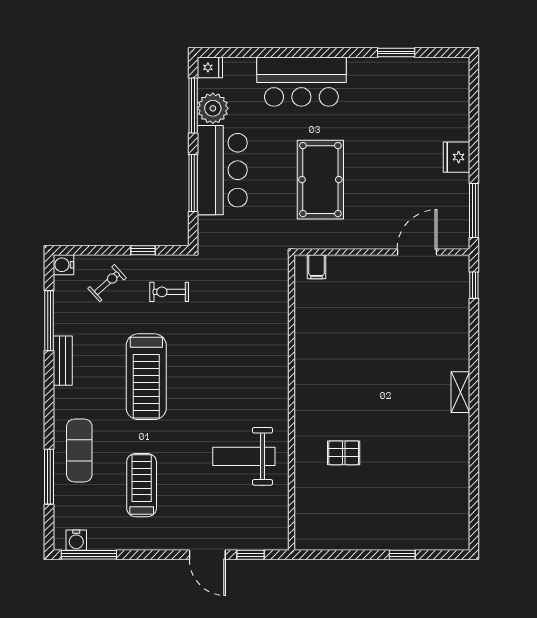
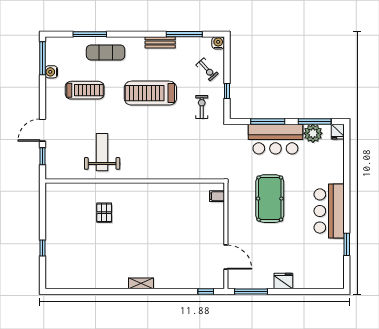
bar counter: (301, 82) -> (329, 211), moved
pool table: (320, 180) -> (270, 199), turned 90
water cooler: (76, 540) -> (51, 72), moved

